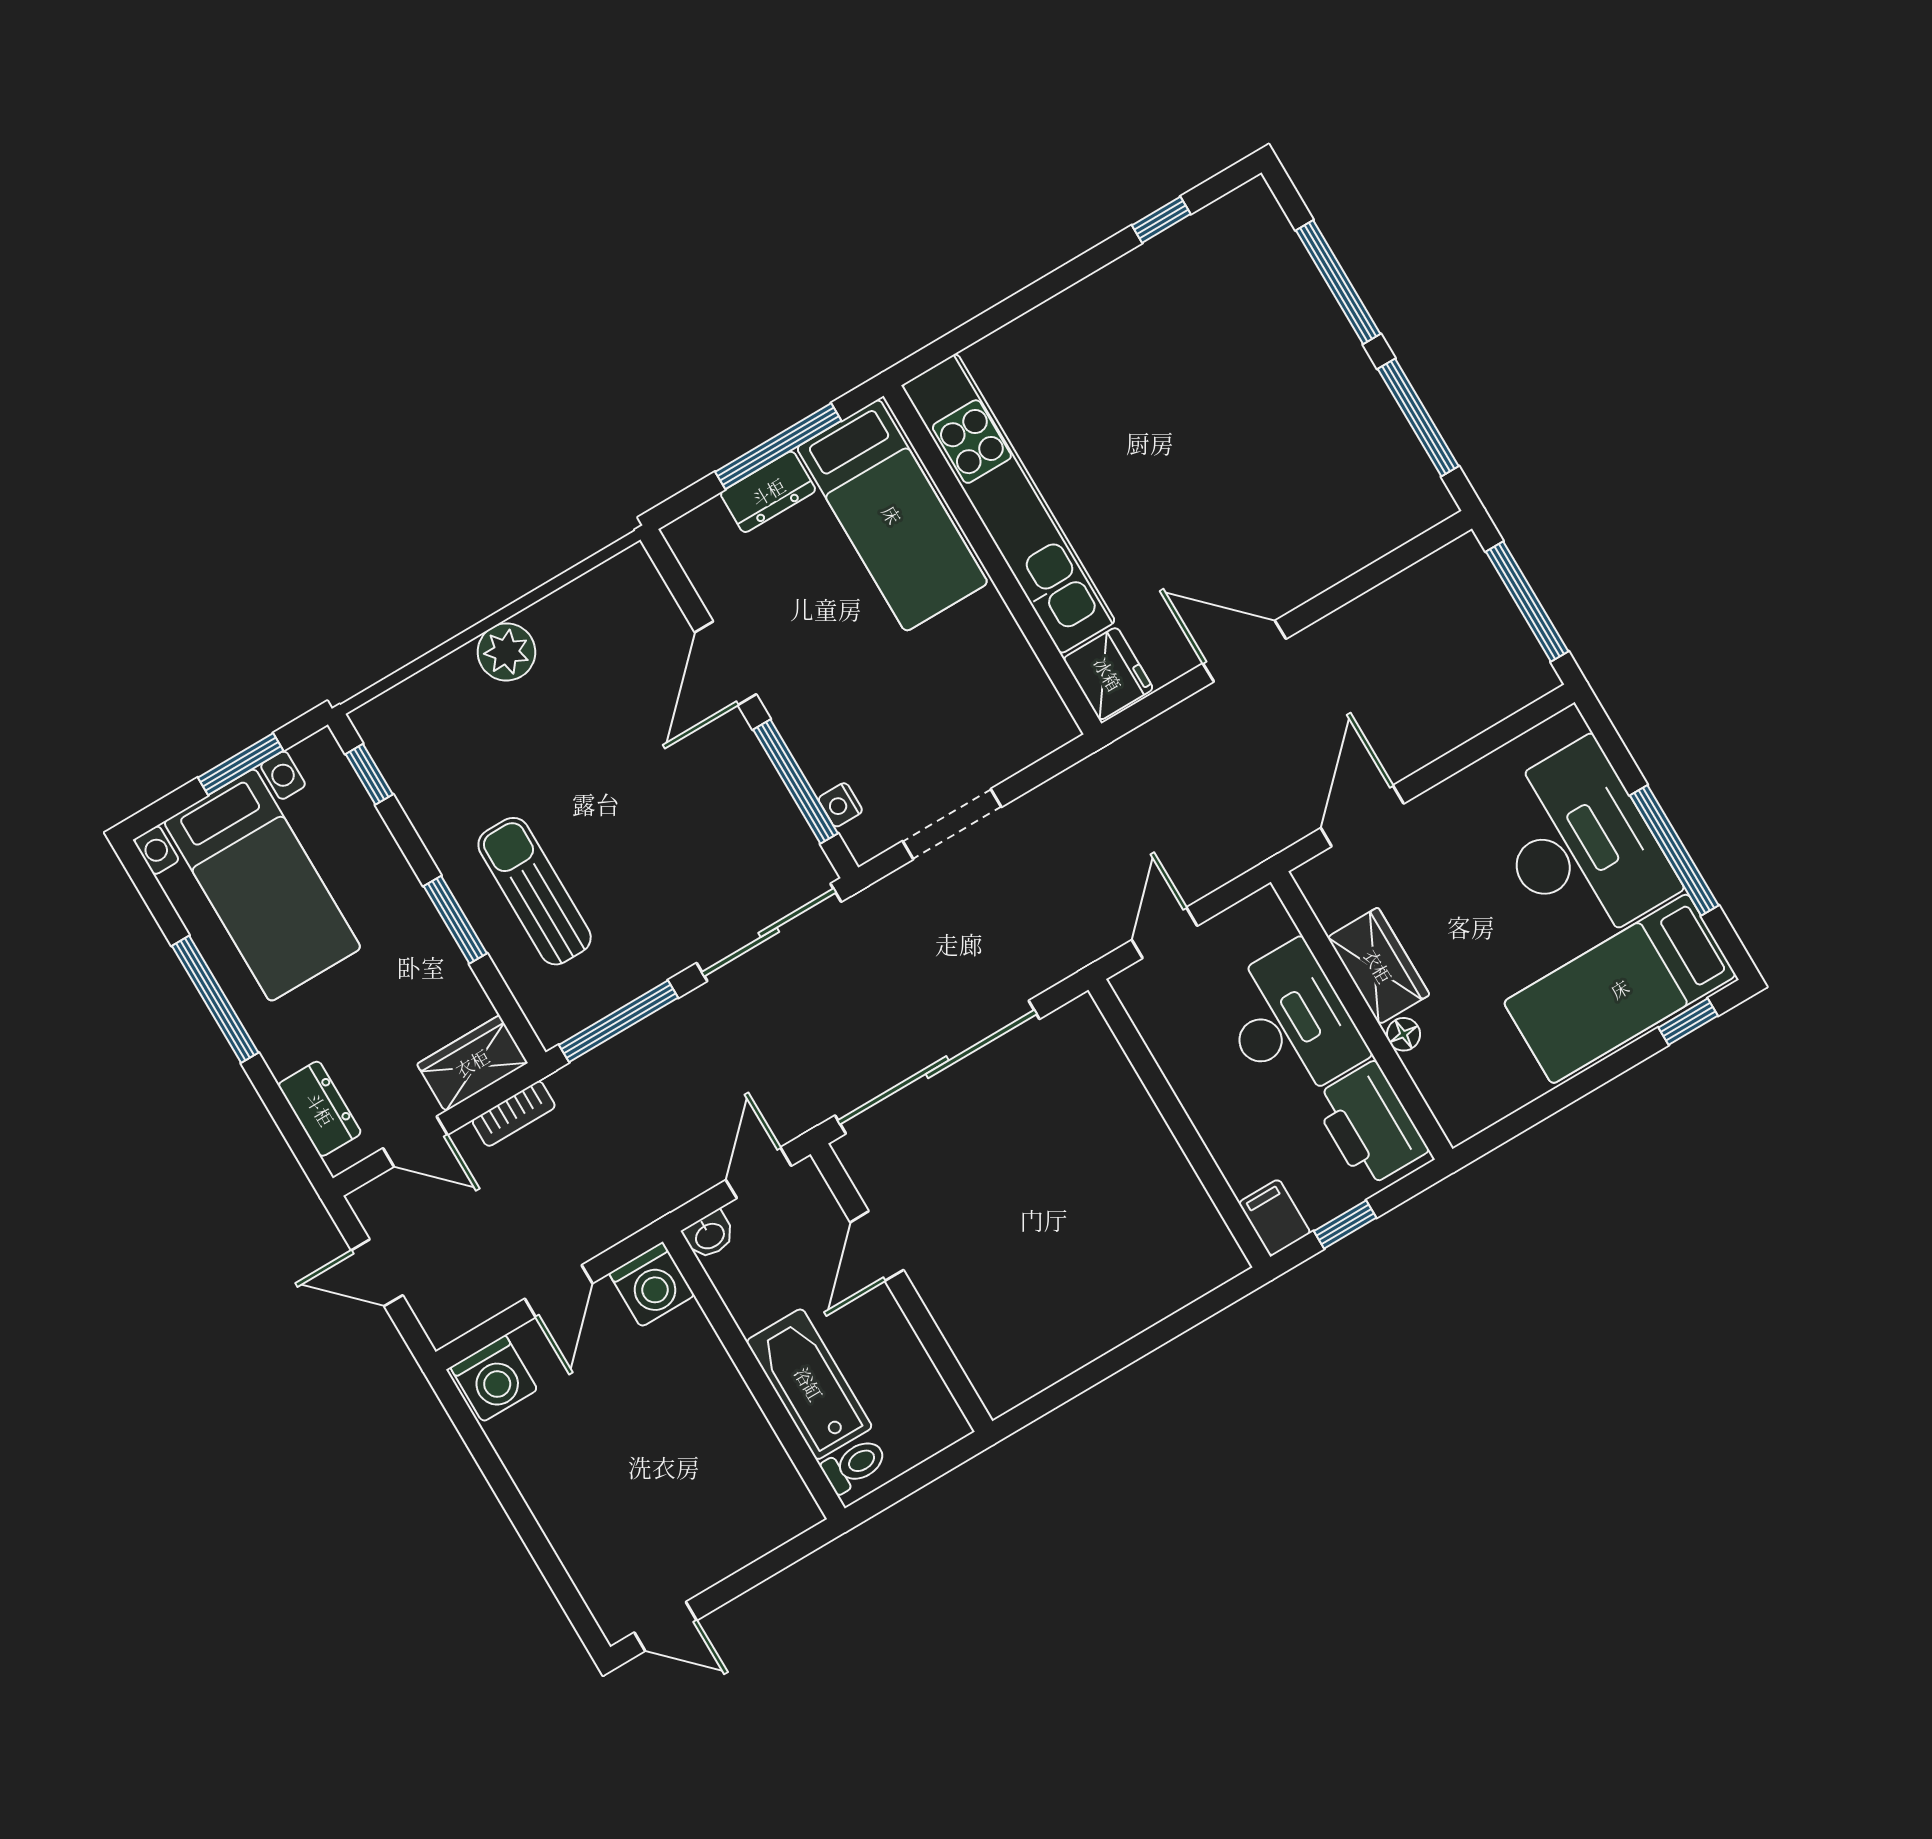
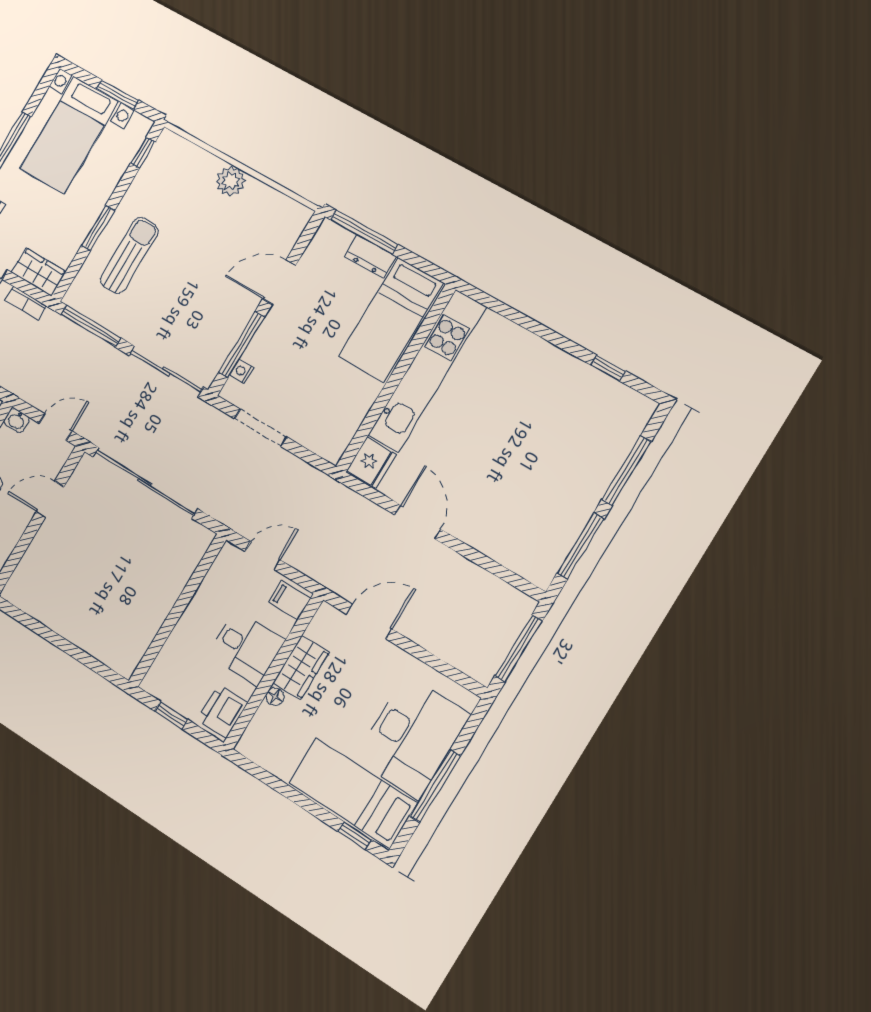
window: (778, 446) -> (364, 232), moved
desk: (1290, 1023) -> (246, 647), width x0.73
printer: (1370, 1125) -> (223, 711), width x0.73, depth x0.84
filing cabinet: (1274, 1218) -> (290, 600), moved, turned -90

